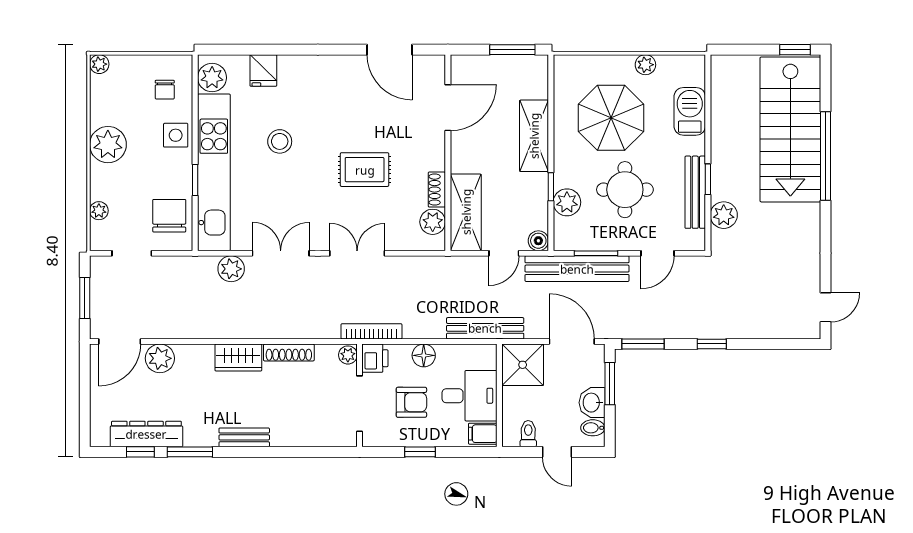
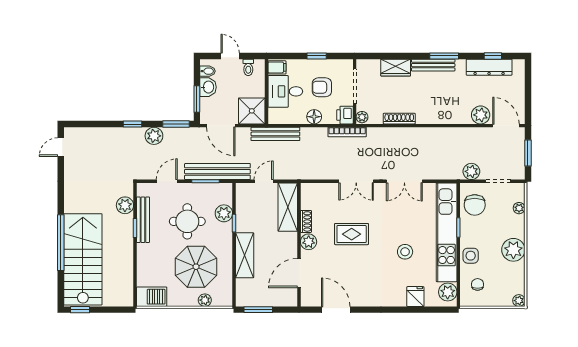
plant: (645, 65) -> (205, 300), moved
barbecue: (690, 111) -> (152, 297), moved, turned -90
plant: (433, 222) -> (309, 242), moved
boiler: (538, 241) -> (242, 189), removed
plant: (231, 269) -> (471, 171), moved
plant: (678, 325) -> (154, 136), added
door: (120, 342) -> (506, 126), hinge flipped
wardrobe: (238, 358) -> (396, 68), moved, turned 180
bench: (244, 437) -> (433, 65), width x1.36
window: (190, 452) -> (444, 56), moved

